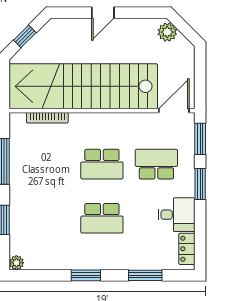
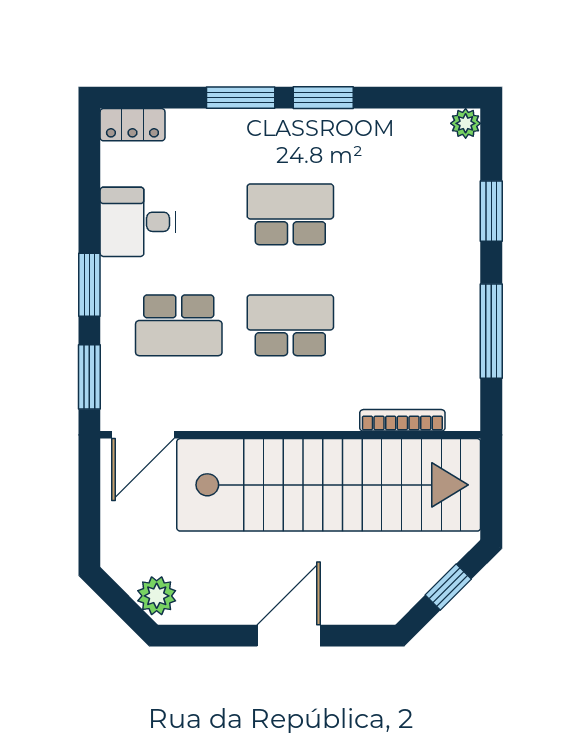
door: (103, 13) -> (289, 636), width x1.38
locker: (187, 249) -> (132, 125), moved, turned 90
window: (145, 275) -> (241, 98), moved

